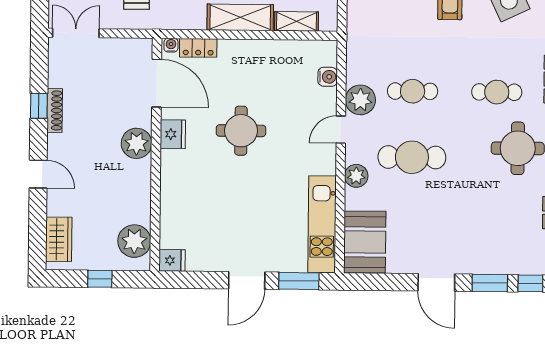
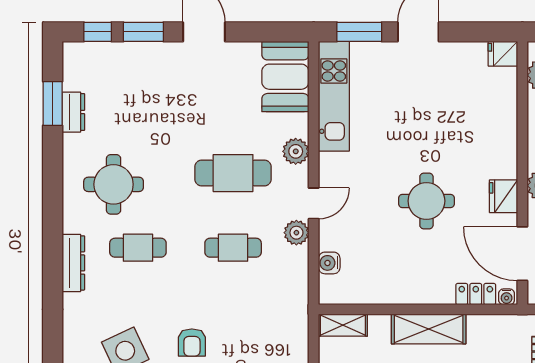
shelving: (297, 21) -> (343, 325), moved
plant: (360, 100) -> (296, 233), width x0.73, depth x0.73

